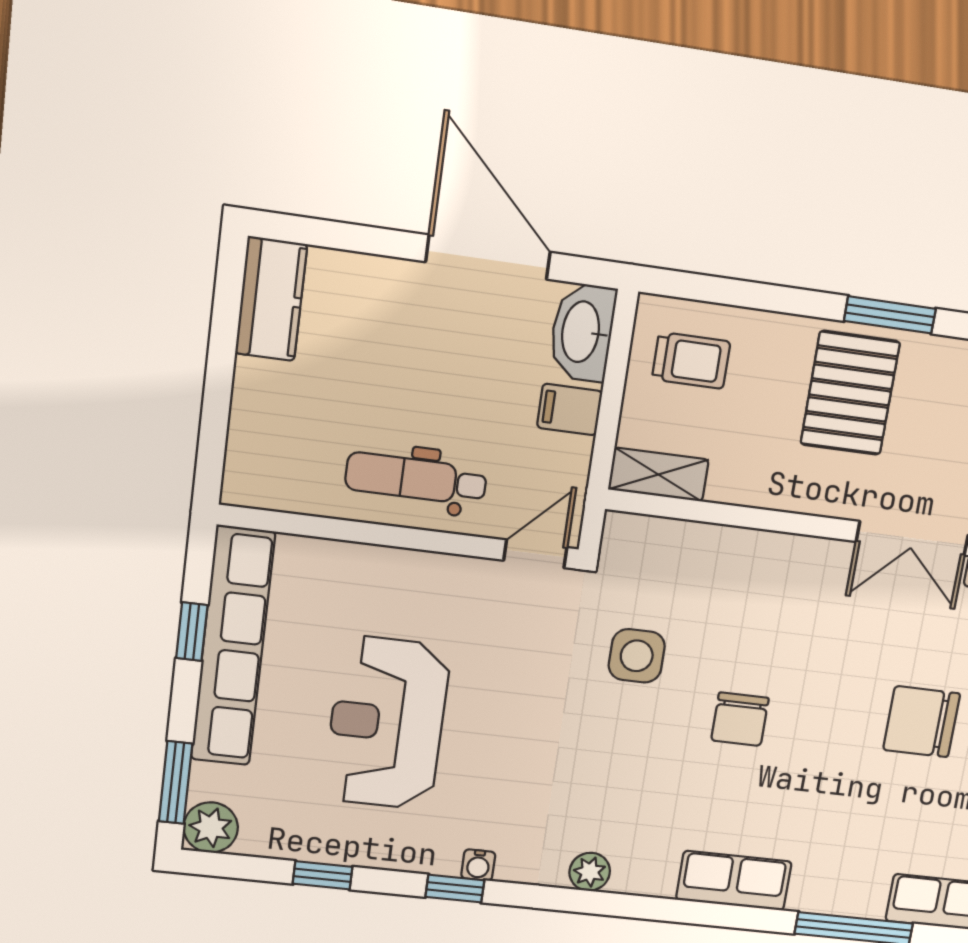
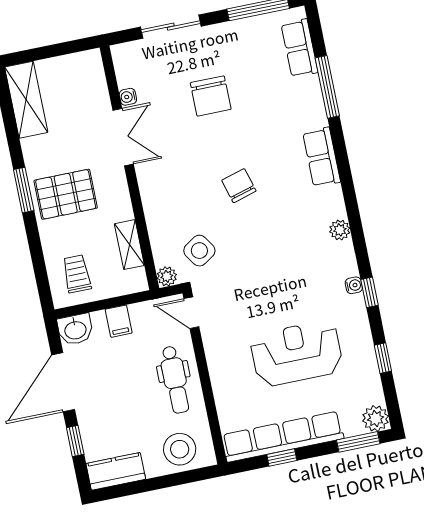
window: (361, 239) -> (75, 441), added
washbasin: (582, 332) -> (75, 329), width x0.72
stool: (274, 441) -> (180, 449), added
shelving: (658, 475) -> (129, 245), moved
plant: (622, 531) -> (167, 276), added
side table: (637, 656) -> (199, 251), moved, turned -34
chair: (740, 719) -> (239, 186), turned -106
reception desk: (387, 723) -> (297, 353), turned 180

